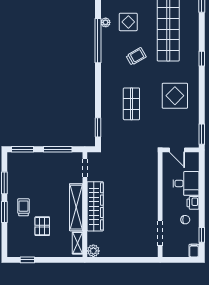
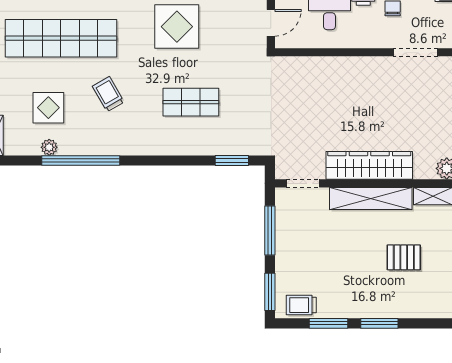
trolley: (23, 207) -> (301, 305), moved

